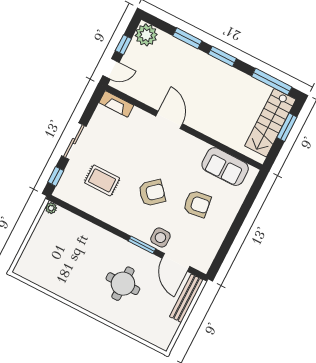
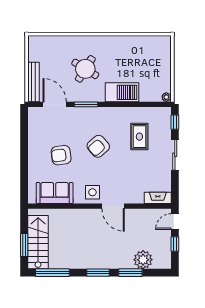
plant: (146, 35) -> (143, 260), moved
rug: (102, 180) -> (139, 137), turned 90
barbecue: (96, 238) -> (122, 92), added
side table: (160, 238) -> (92, 192), moved
round table: (123, 284) -> (85, 69), turned 32

